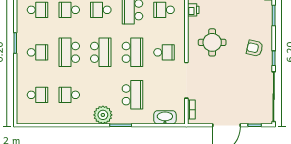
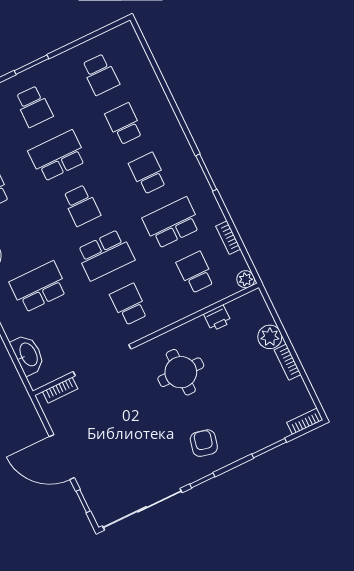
school desk: (101, 52) -> (81, 205), width x0.54
school desk: (164, 52) -> (129, 304), turned 180
school desk: (132, 95) -> (39, 287), turned 180

